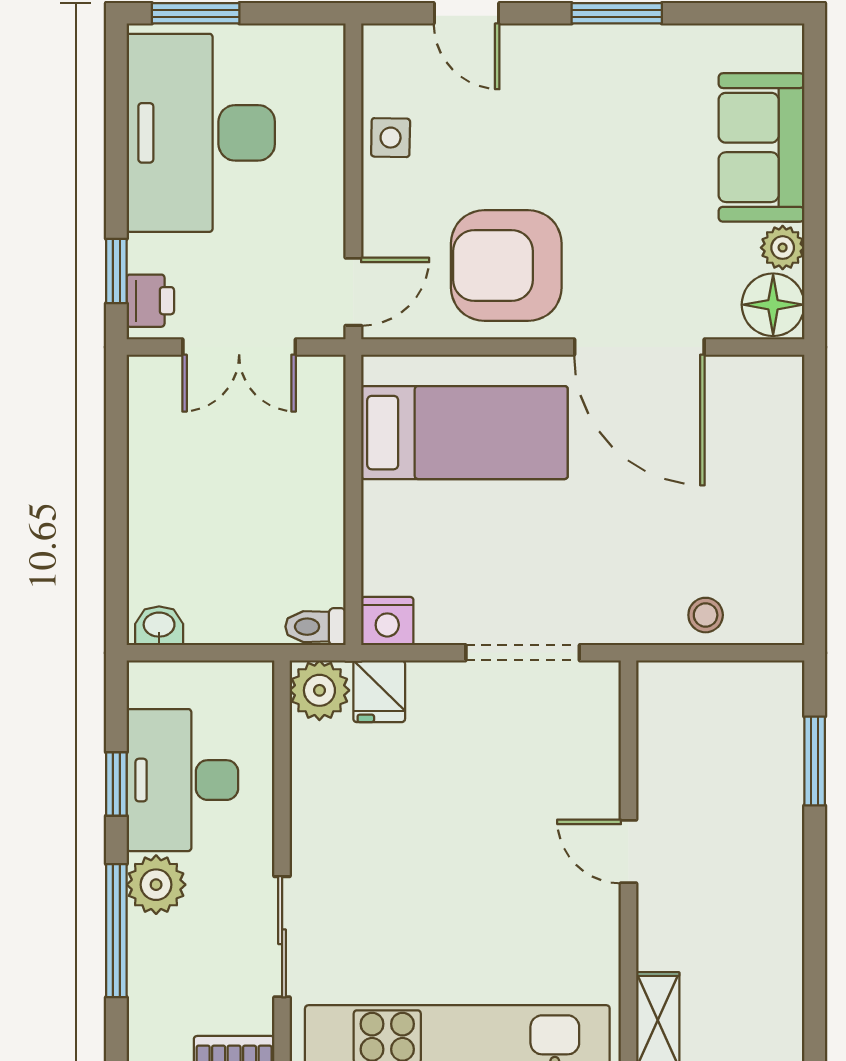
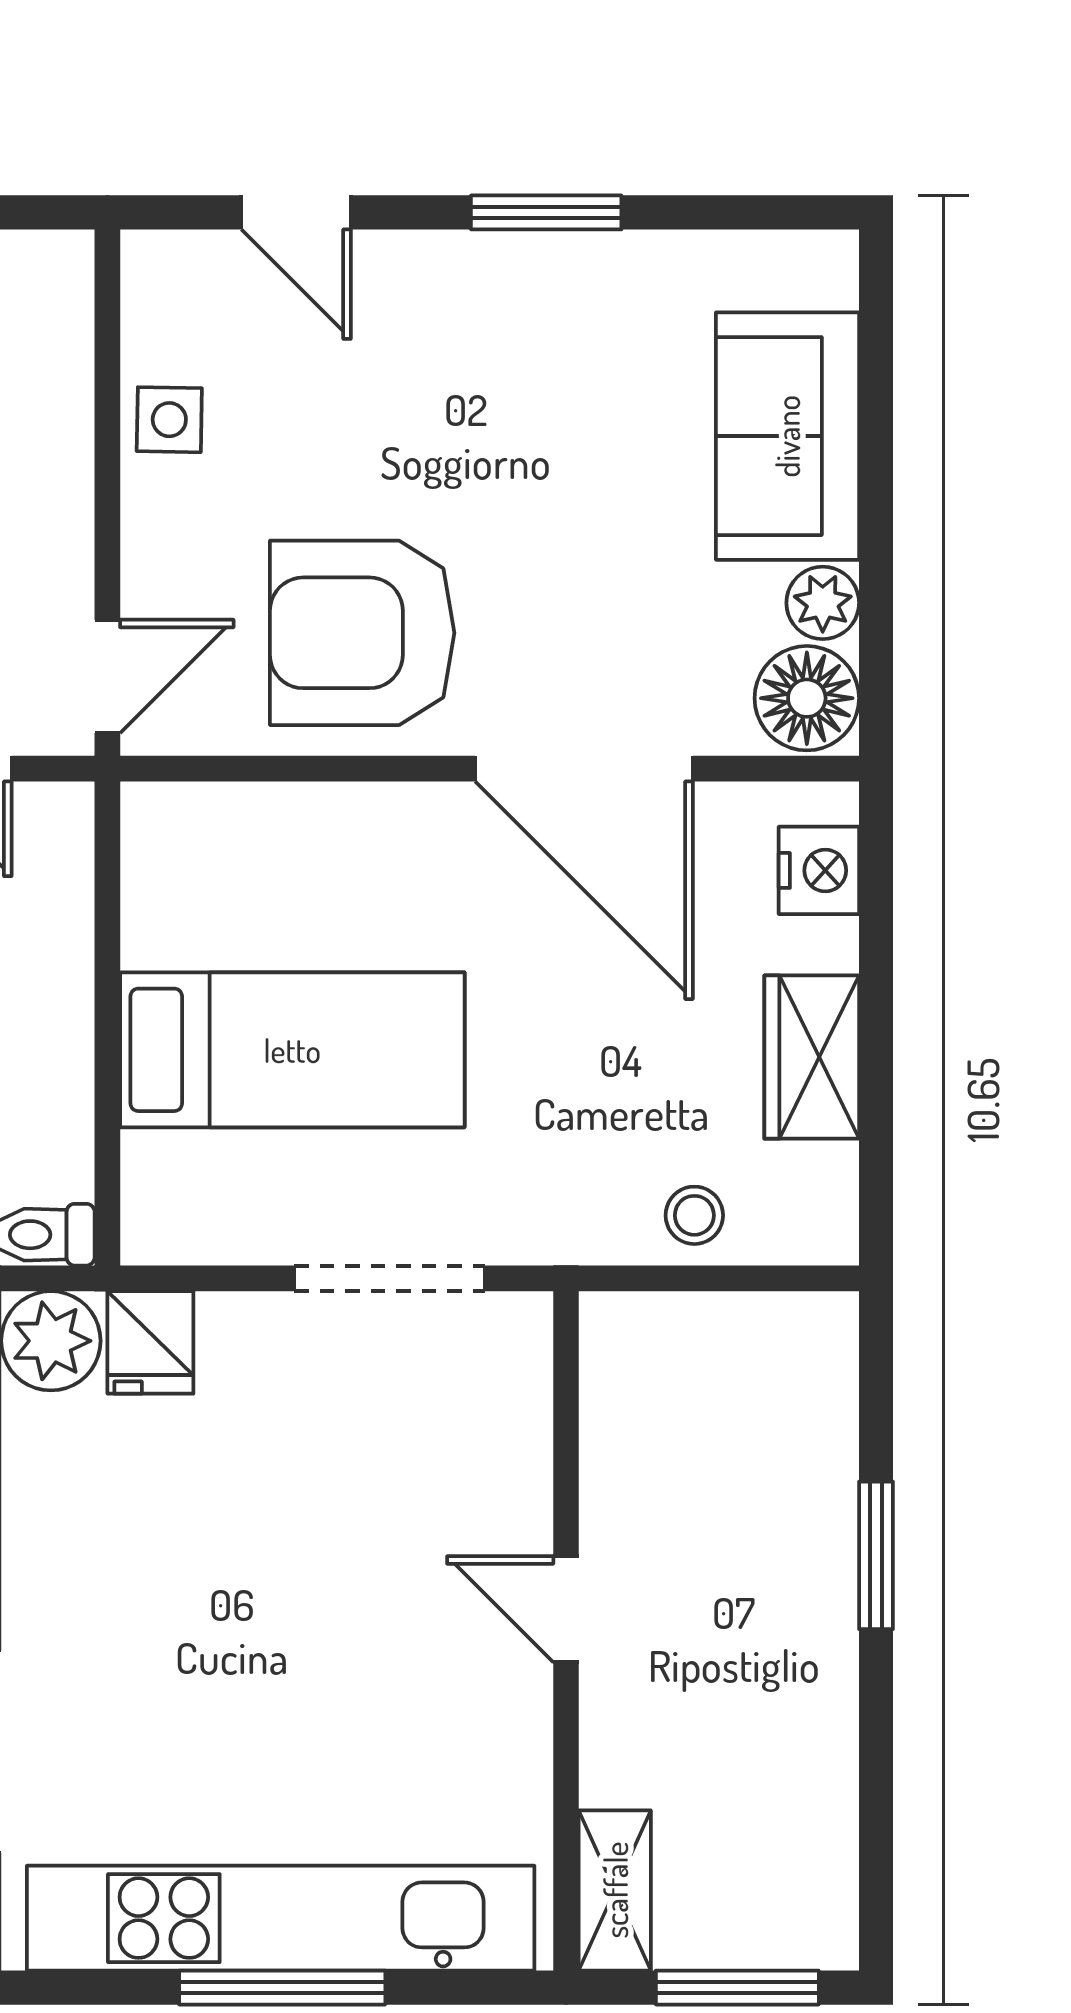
bed: (464, 433) -> (292, 1050), moved
wardrobe: (776, 520) -> (812, 1057), added
nightstand: (387, 621) -> (819, 870), moved, turned -90
window: (815, 761) -> (876, 1555), moved

